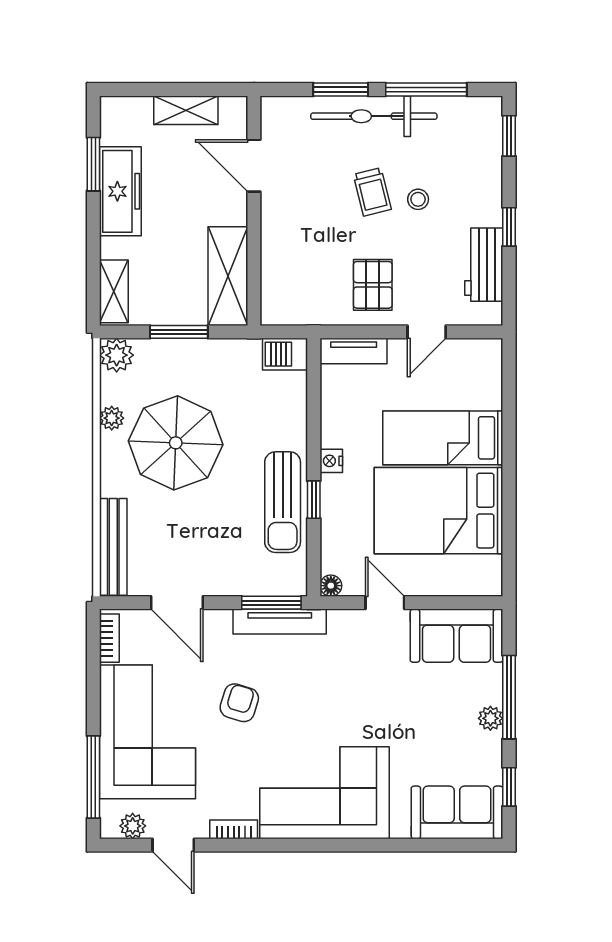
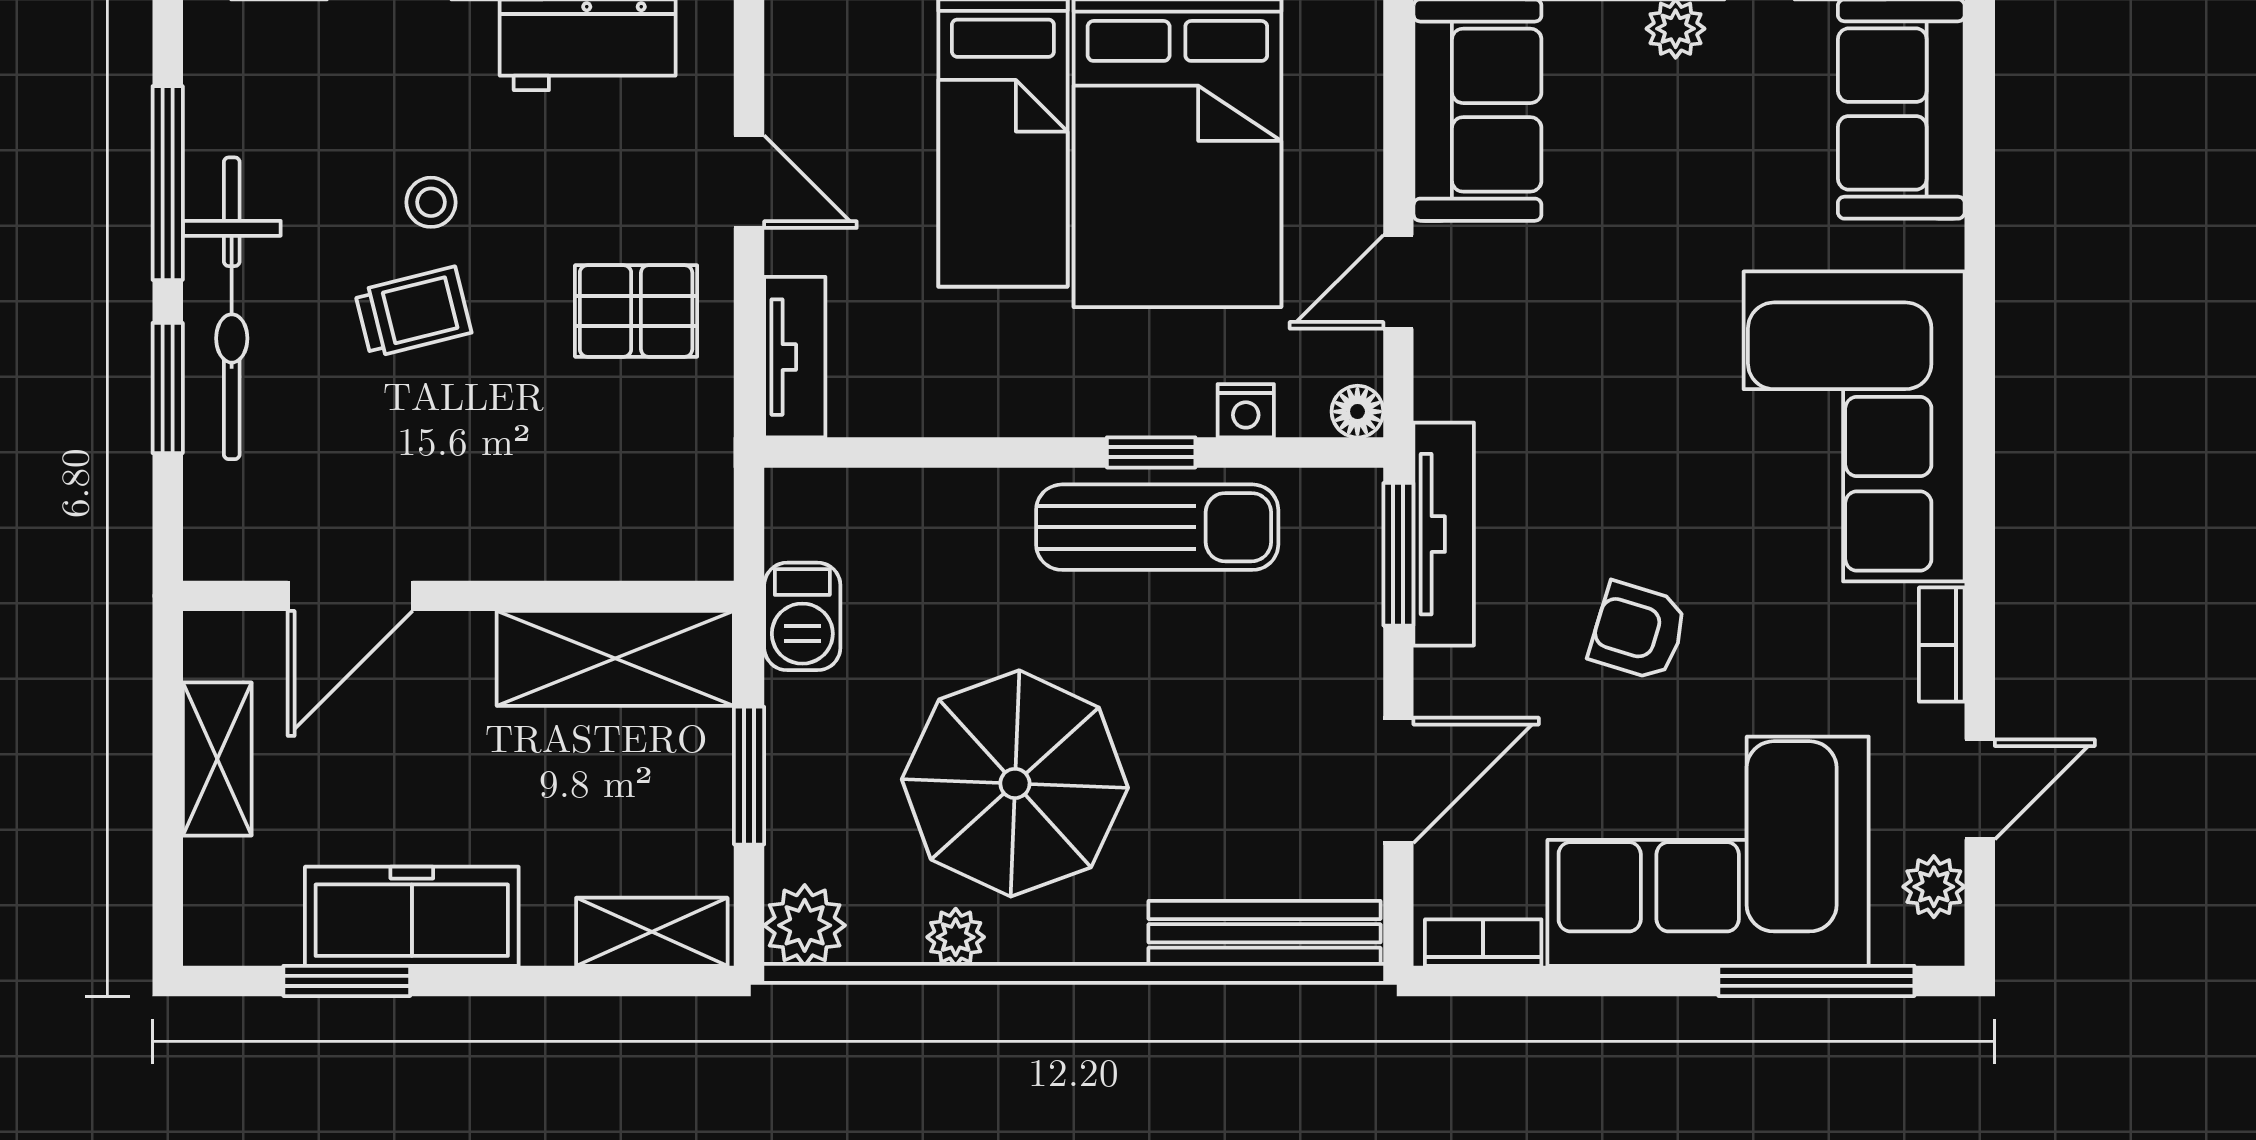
barbecue: (285, 354) -> (802, 616), moved
nightstand: (331, 461) -> (1246, 411), moved

